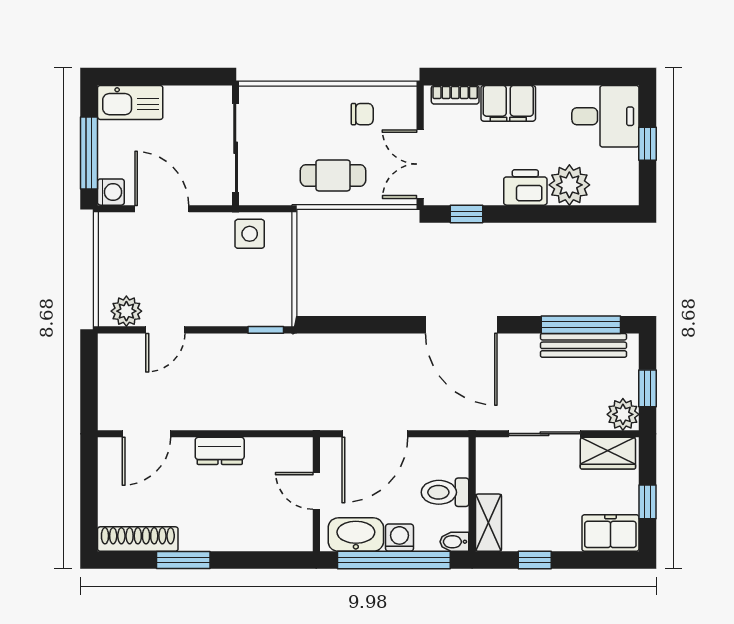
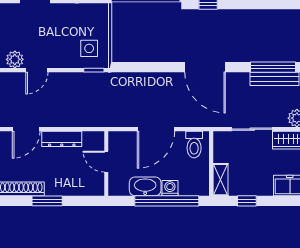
side table: (250, 234) -> (89, 48), moved
dresser: (220, 451) -> (62, 139), width x1.44
door: (316, 491) -> (106, 162), moved
toilet: (445, 492) -> (194, 145), moved, turned -90
wall: (316, 494) -> (106, 164), moved
bidet: (454, 542) -> (201, 190), removed

